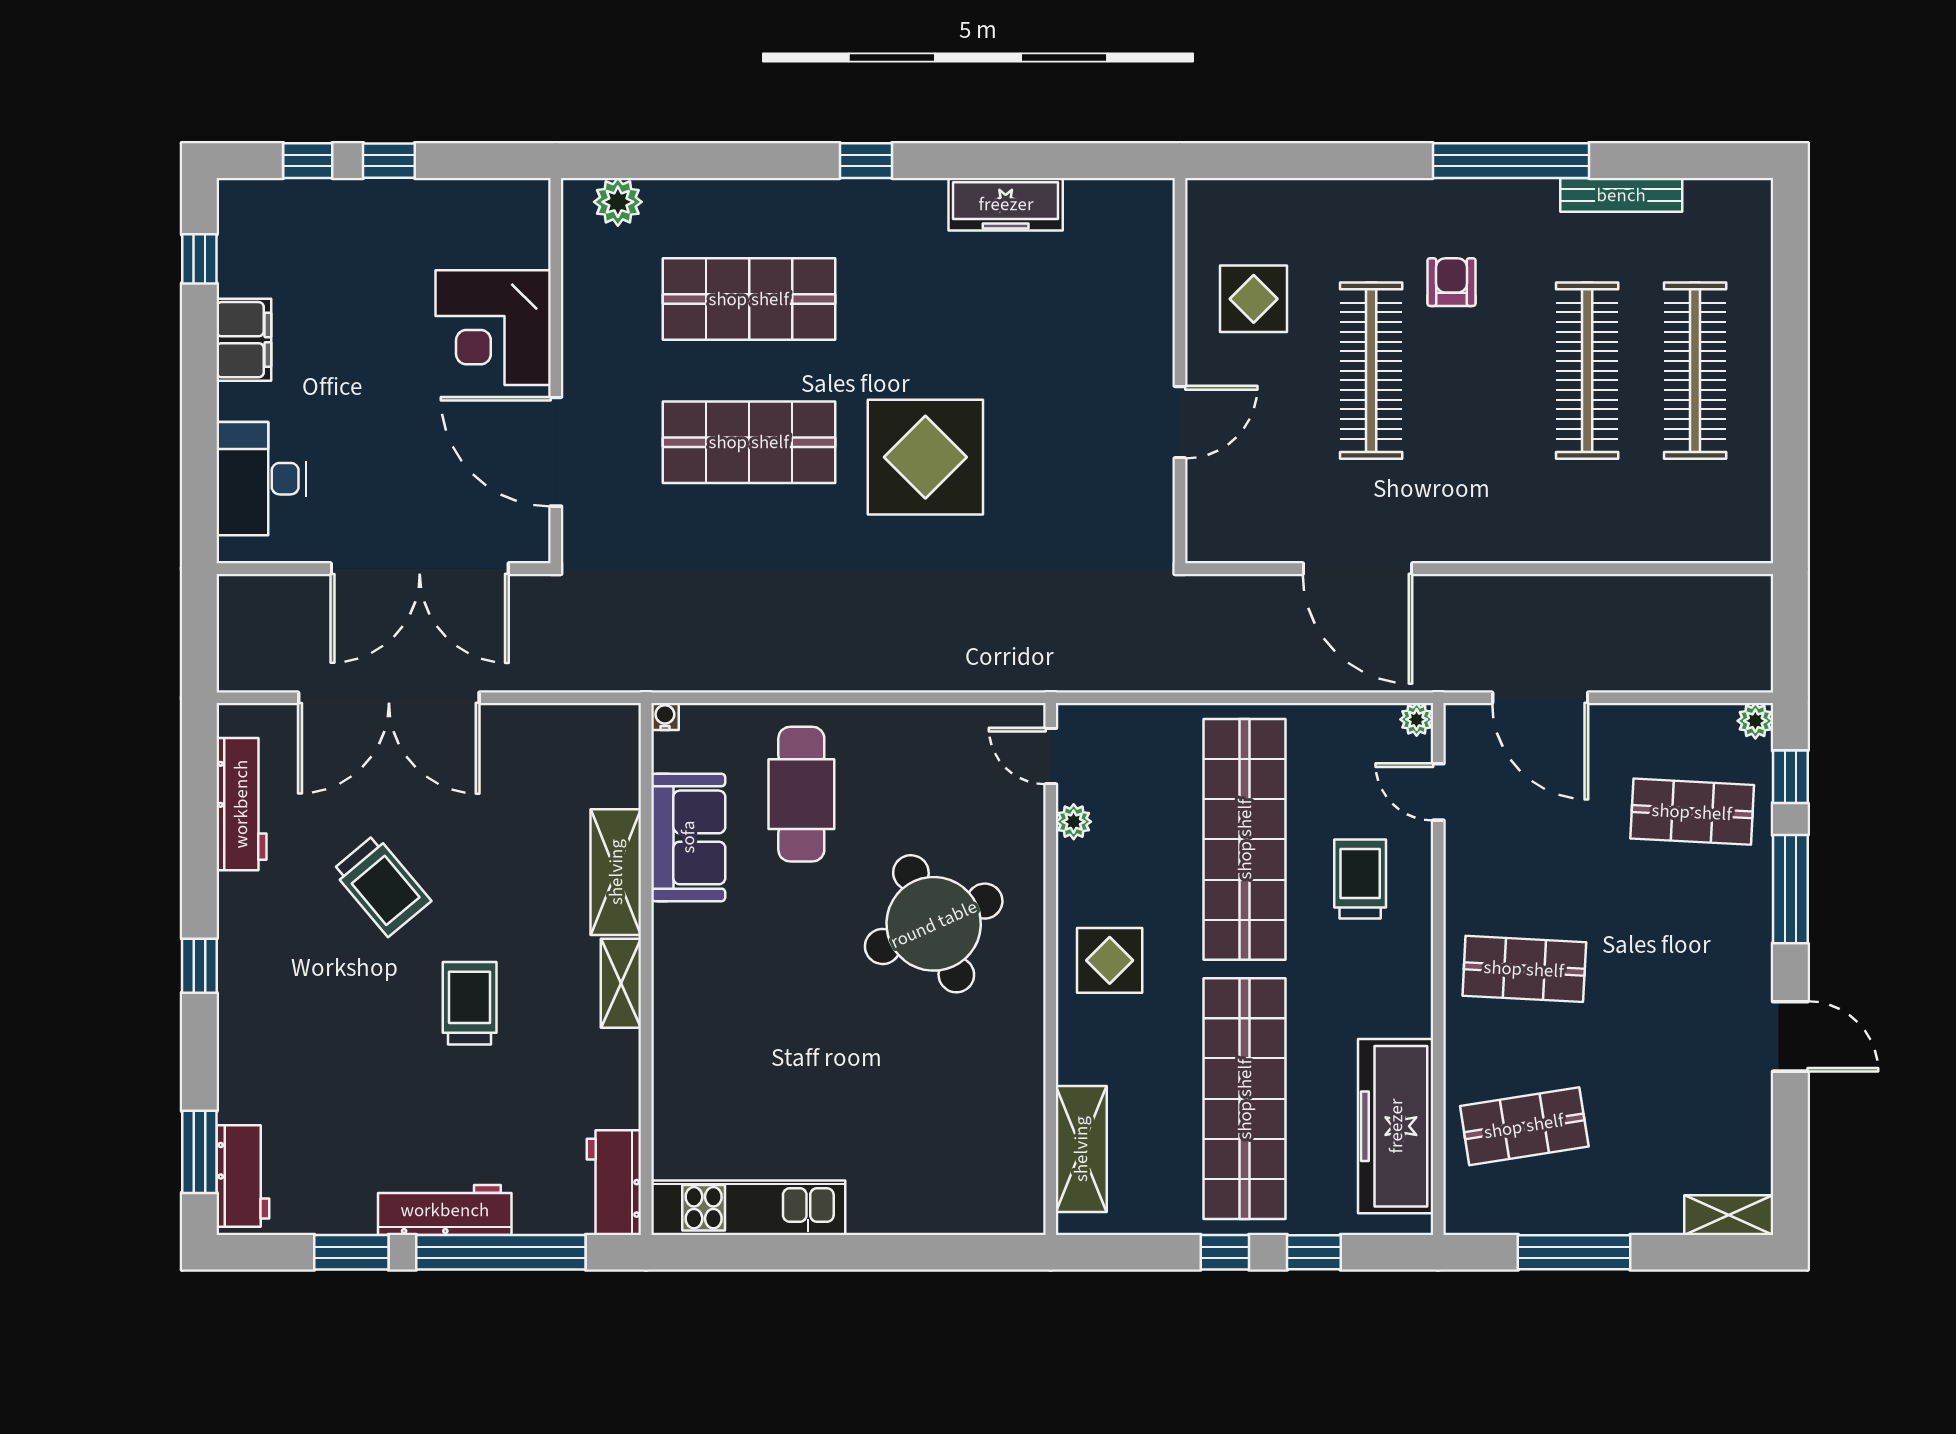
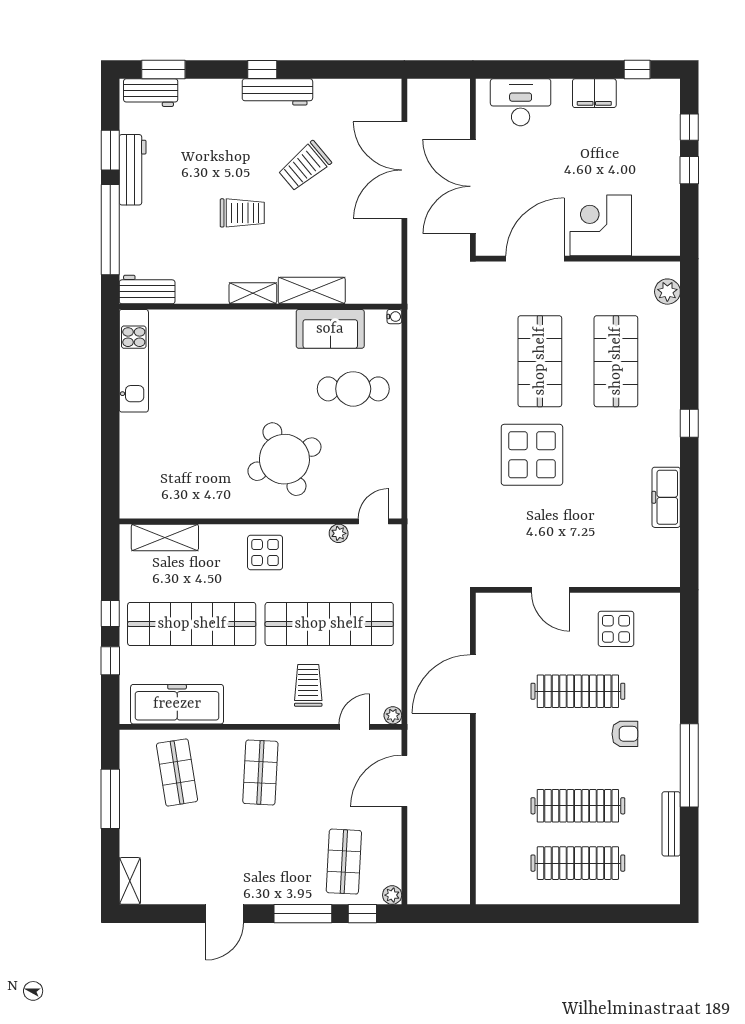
workbench: (241, 804) -> (277, 92), moved
trolley: (1360, 879) -> (308, 685), turned -90
workbench: (445, 1210) -> (133, 170), moved

